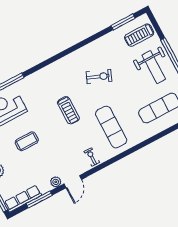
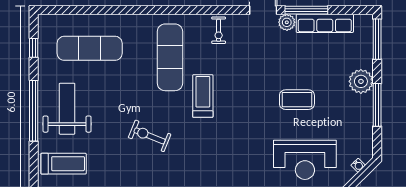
treadmill: (68, 110) -> (203, 96), moved
row of seats: (23, 199) -> (325, 23), moved
window: (39, 199) -> (306, 10), moved

